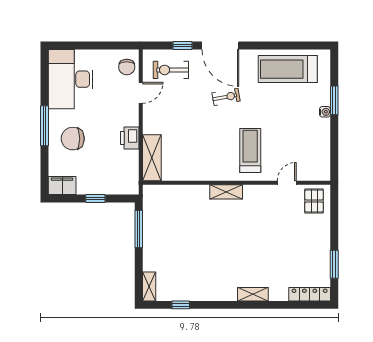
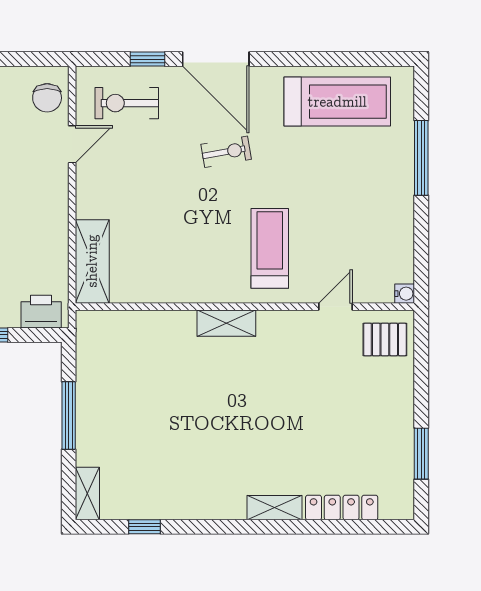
treadmill: (288, 69) -> (337, 102), turned 180
window: (334, 100) -> (421, 158), width x1.44
water cooler: (325, 112) -> (405, 294), moved
printer: (130, 138) -> (41, 312), moved, turned 90
pallet: (314, 201) -> (385, 339), turned 90
window: (139, 229) -> (69, 416), moved
locker: (310, 294) -> (342, 508), moved

